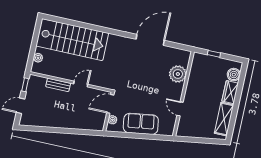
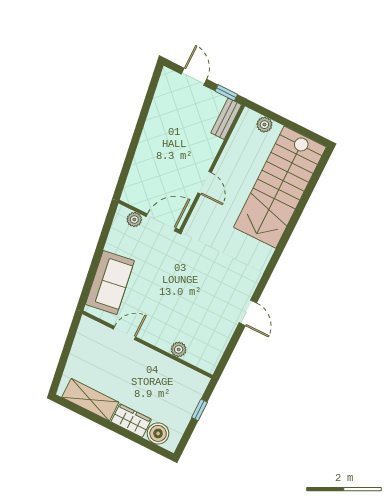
door: (150, 40) -> (248, 313), width x0.53
plant: (178, 74) -> (179, 349), width x0.53, depth x0.53
bench: (58, 85) -> (226, 119), moved
door: (110, 104) -> (161, 222), hinge flipped
sofa: (141, 124) -> (110, 283), moved

